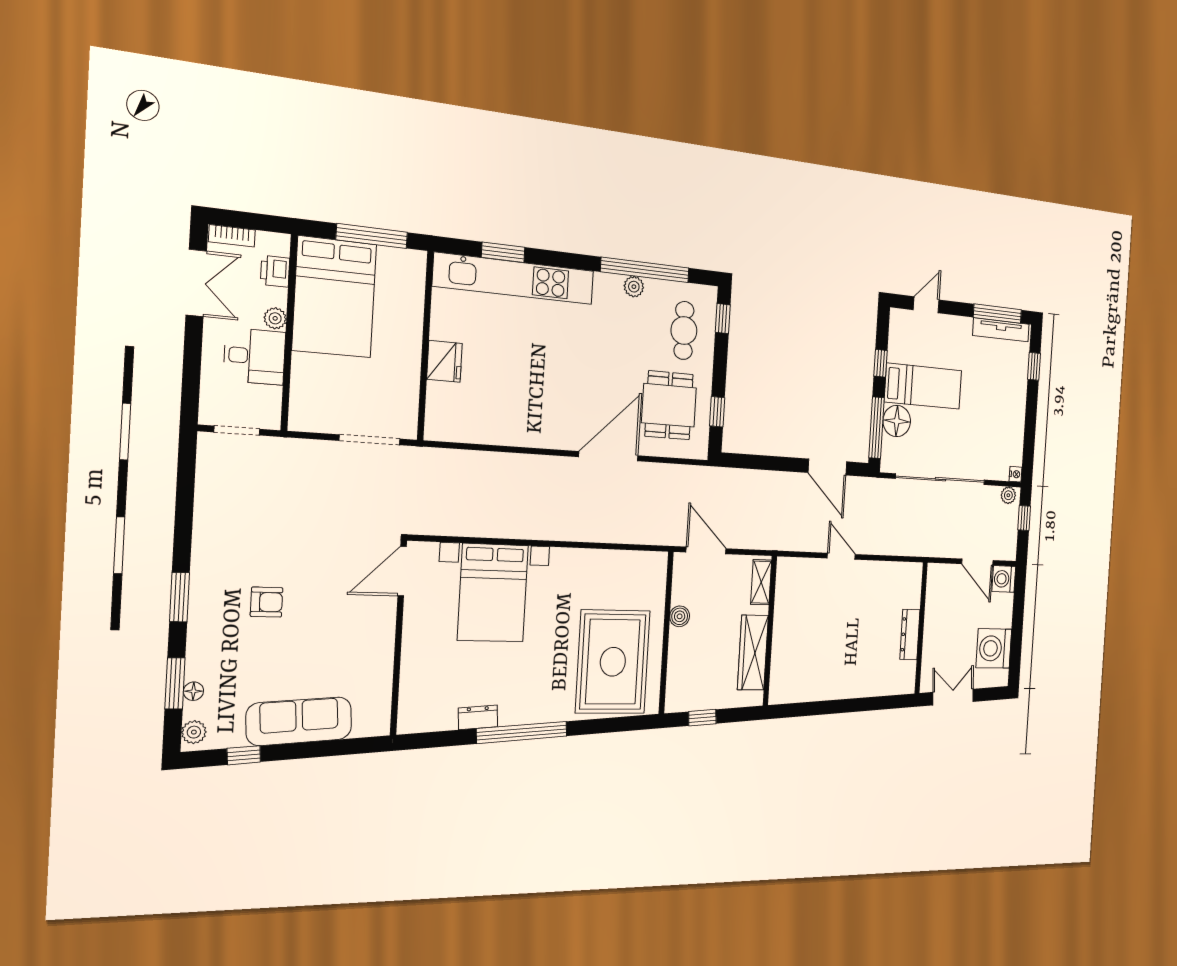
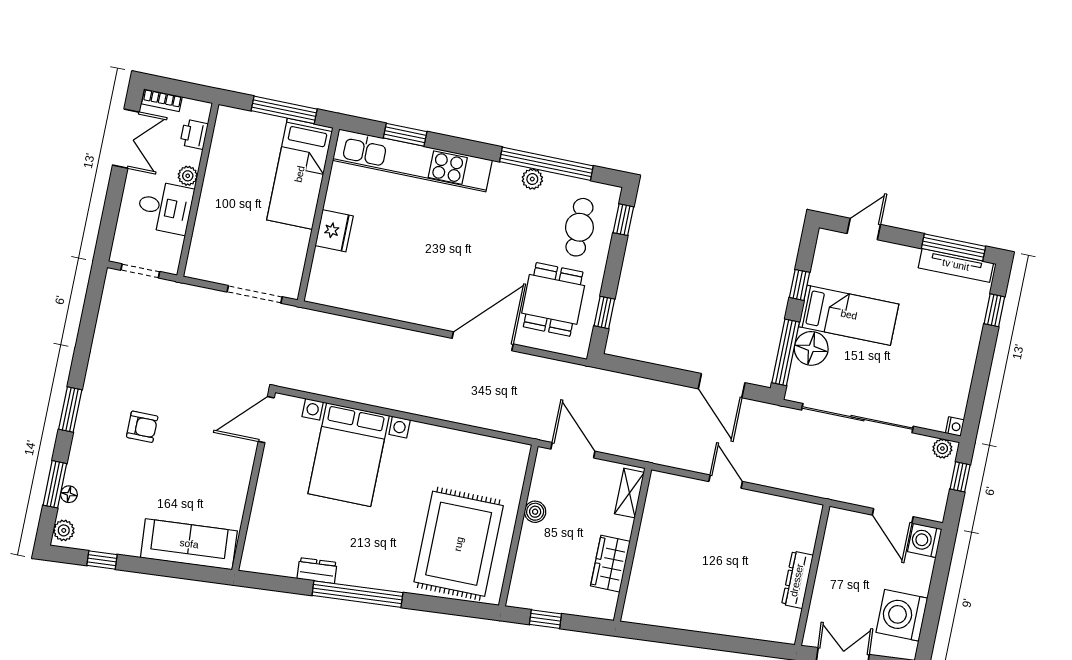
bed: (334, 297) -> (300, 174), moved, width x0.67
wardrobe: (753, 652) -> (610, 564), width x0.67
sofa: (299, 721) -> (189, 544), moved

